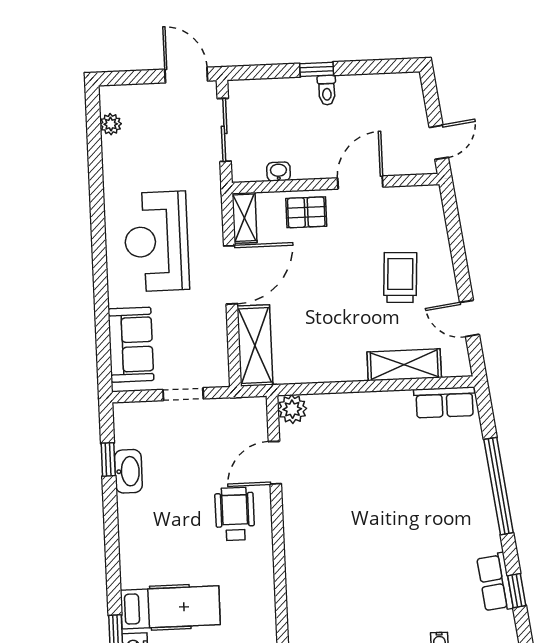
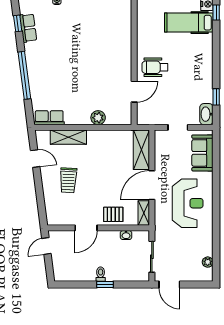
plant: (292, 409) -> (98, 118), moved
washbasin: (128, 471) -> (206, 114), moved
wheelchair: (235, 514) -> (155, 67), turned 90

